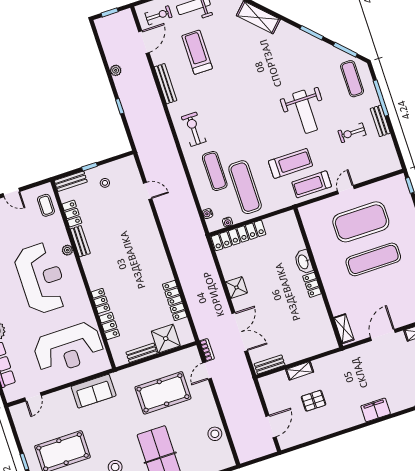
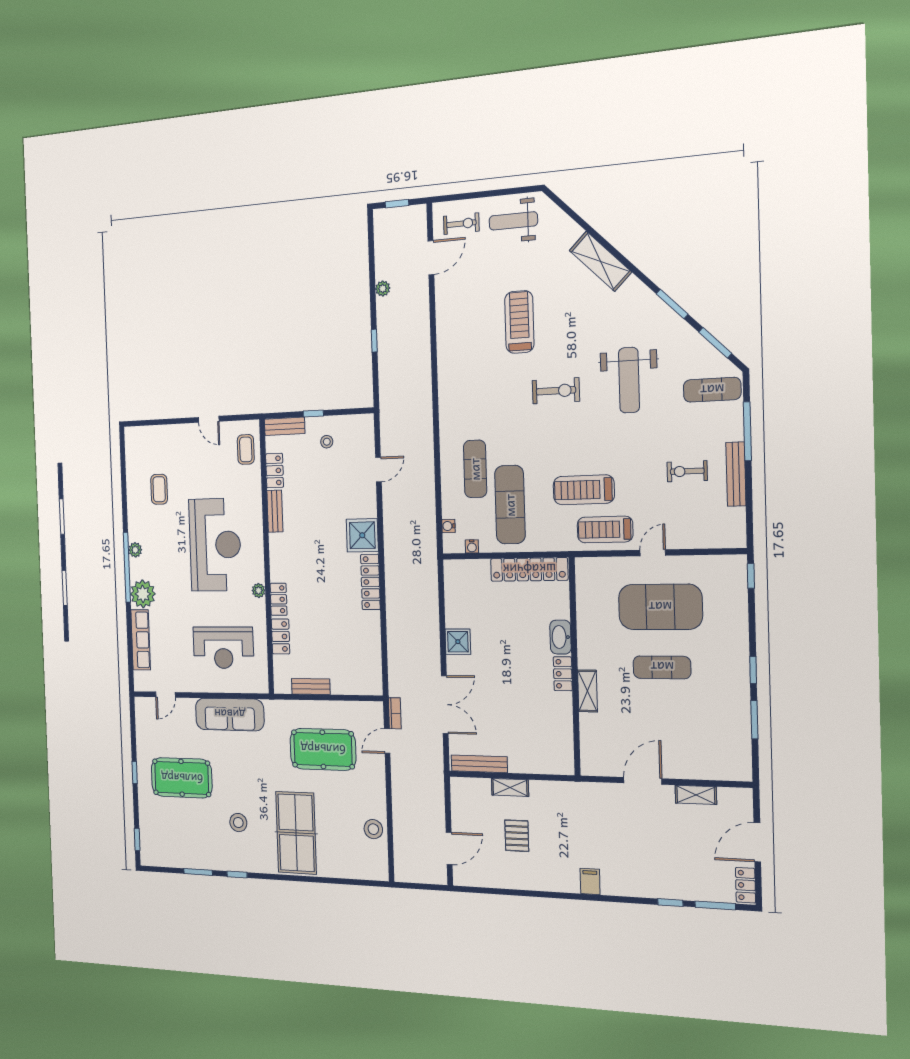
treadmill: (197, 52) -> (519, 322), moved
exercise mat: (352, 79) -> (712, 390), turned 90
bench: (166, 84) -> (444, 325), removed
weight bench: (305, 112) -> (629, 380), moved
bench: (380, 121) -> (736, 474), width x1.36
exercise bike: (194, 129) -> (556, 391), moved, turned 90
treadmill: (291, 163) -> (584, 490), turned 180
door: (148, 191) -> (378, 470), hinge flipped
locker: (239, 235) -> (529, 569), moved
plant: (67, 250) -> (259, 590), moved
exercise mat: (373, 259) -> (662, 667), width x0.73, depth x0.69
locker: (175, 300) -> (370, 582), moved
shelving: (344, 329) -> (587, 691), moved
shower: (166, 339) -> (362, 535), moved
reception desk: (68, 348) -> (223, 648), width x0.74, depth x0.77
bench: (270, 364) -> (479, 764), width x1.36
sofa: (94, 391) -> (230, 714), width x1.36
pallet: (313, 401) -> (517, 836), turned 90
filing cabinet: (376, 410) -> (590, 881), width x0.50

